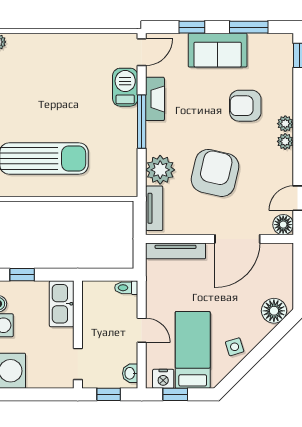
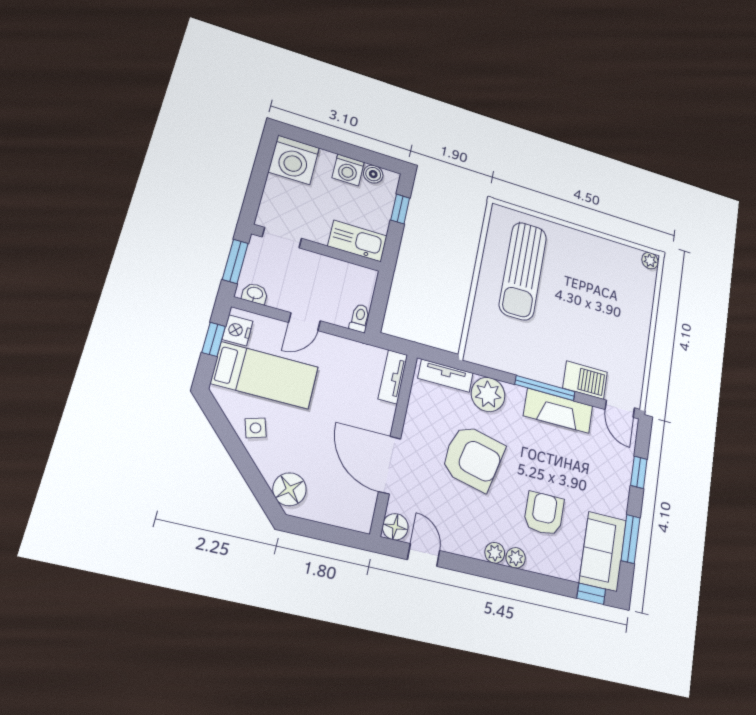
sofa: (218, 50) -> (603, 551), moved
fireplace: (155, 99) -> (558, 411), width x1.37, depth x1.32
tv unit: (176, 251) -> (393, 377), width x0.71
window: (109, 394) -> (235, 261), width x1.50

